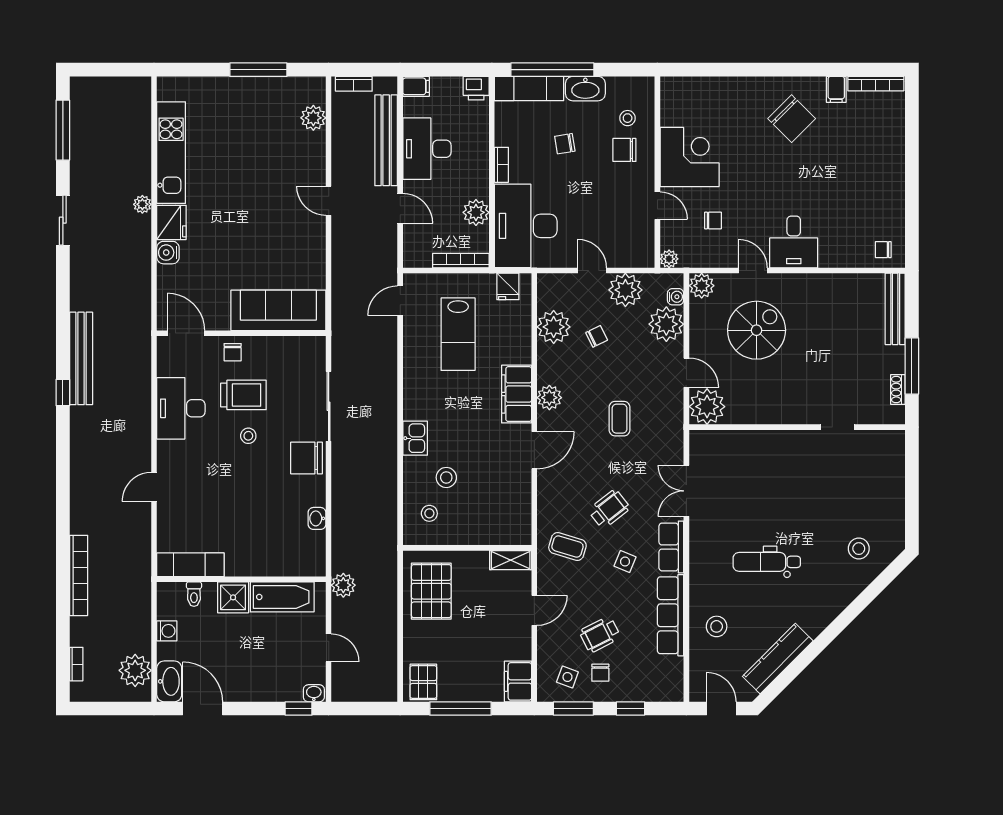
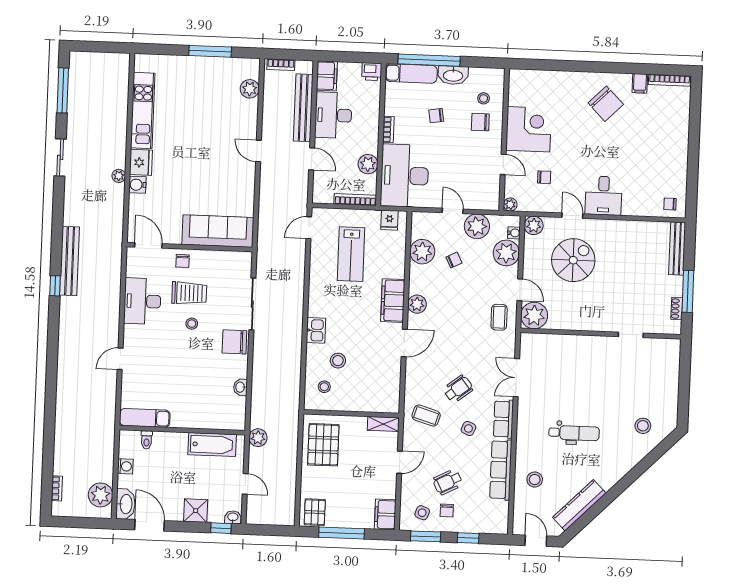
filing cabinet: (416, 86) -> (327, 76), width x2.00
plant: (142, 204) -> (119, 176), moved
coffee table: (620, 419) -> (499, 317), moved
dental chair: (767, 562) -> (574, 433), turned 180
bookcase: (79, 575) -> (61, 422), removed
shower: (233, 597) -> (196, 511), moved

